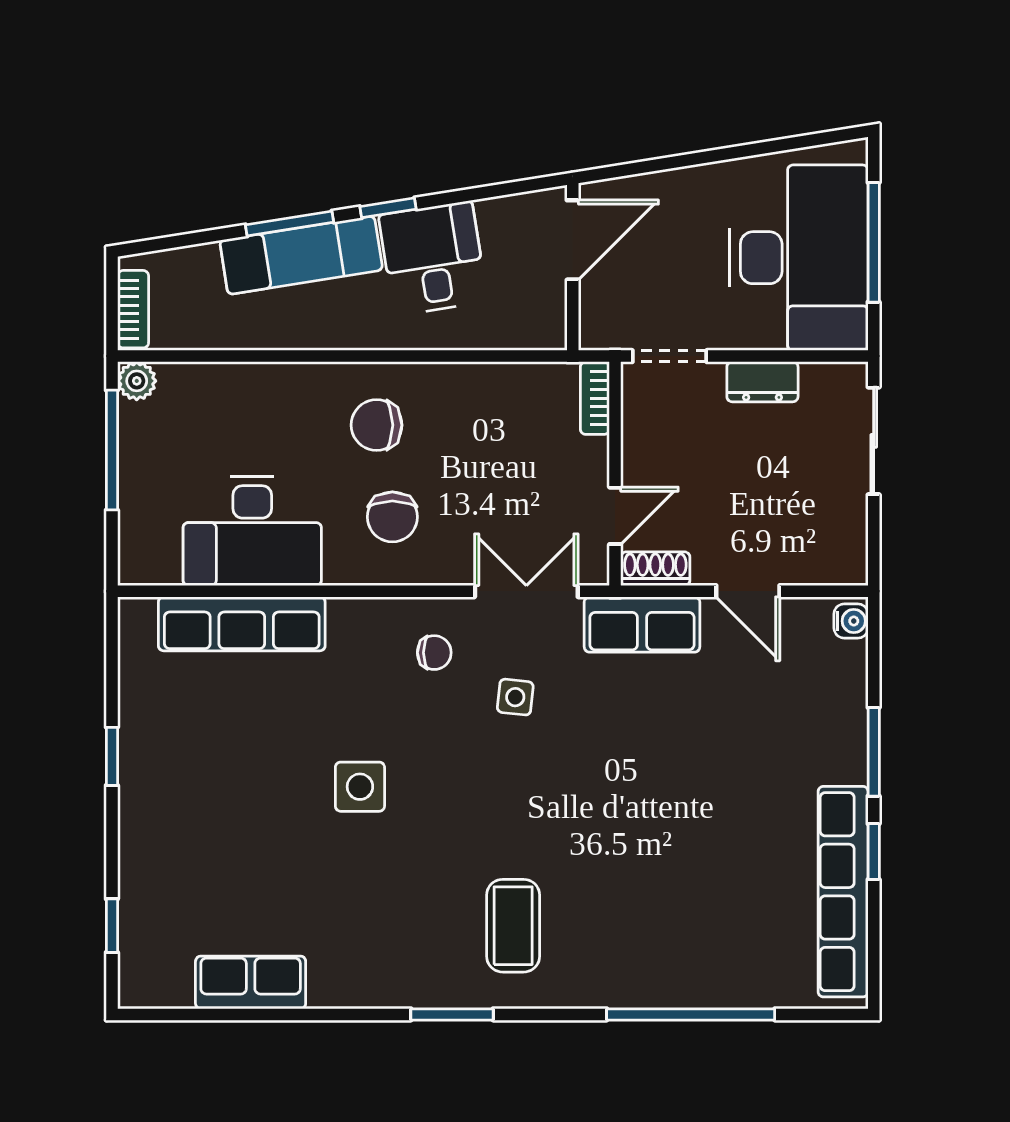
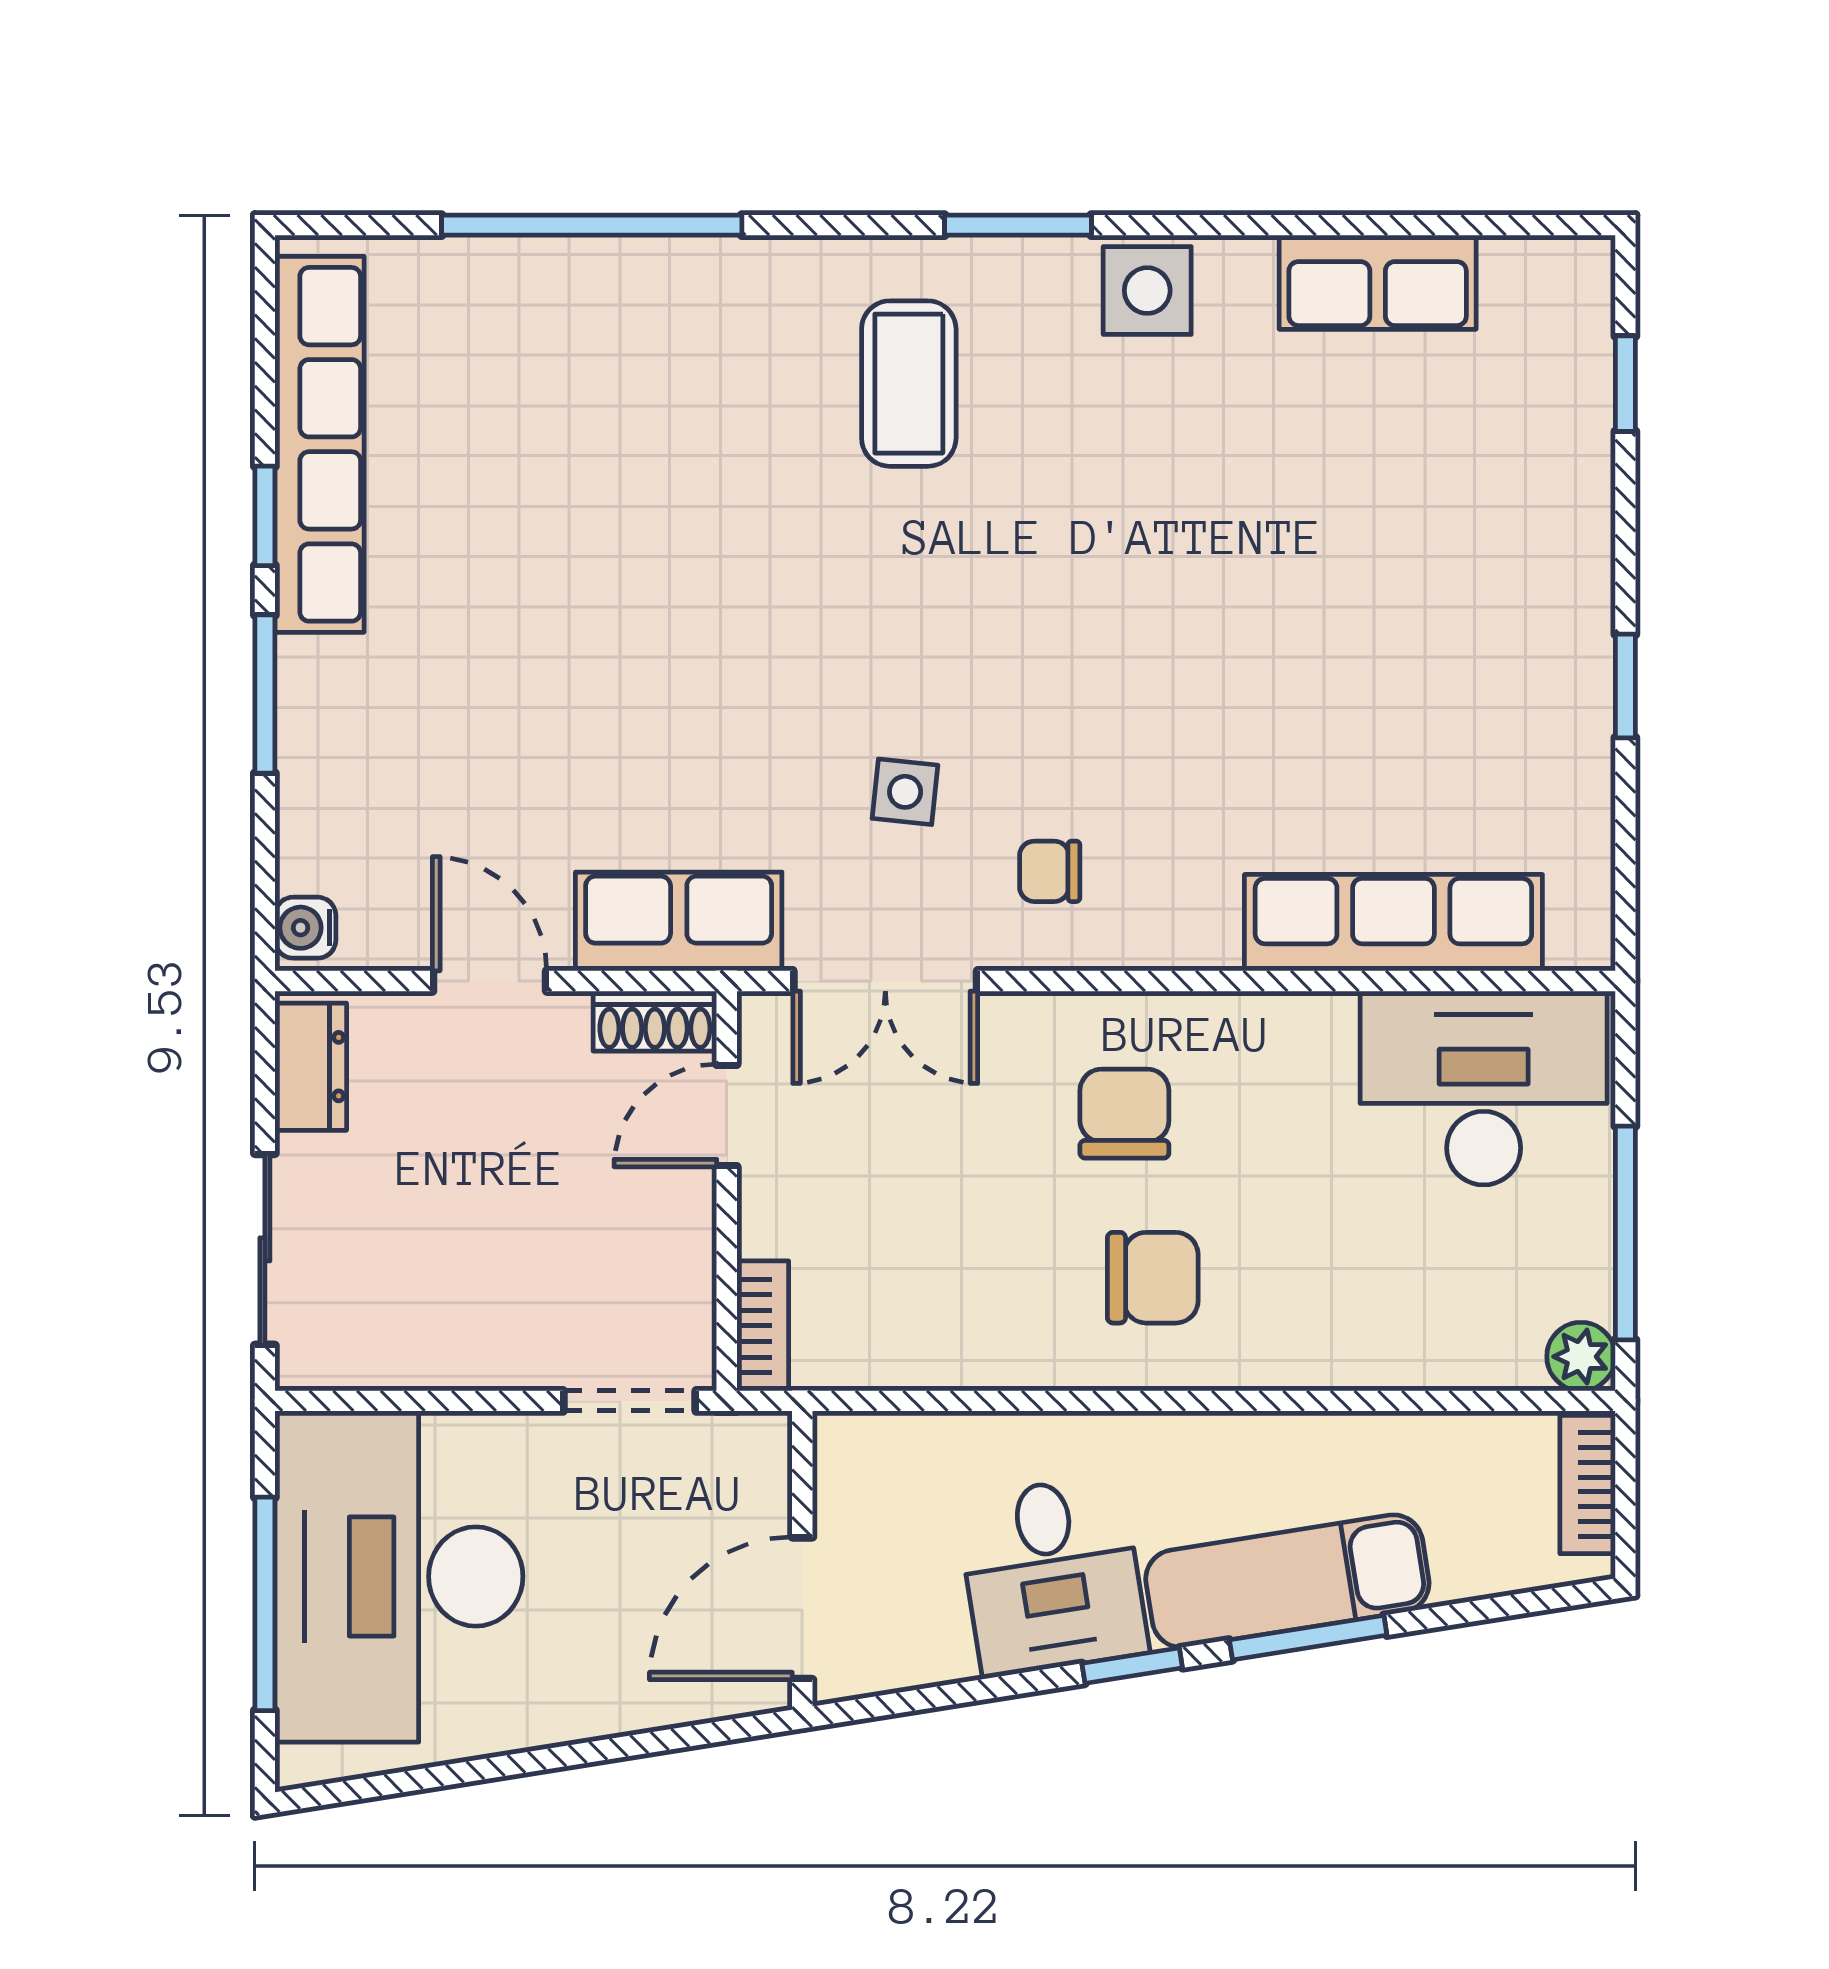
dresser: (762, 382) -> (311, 1067), moved, turned 90
desk: (252, 531) -> (1484, 1088), moved
side table: (360, 787) -> (1147, 291), moved

